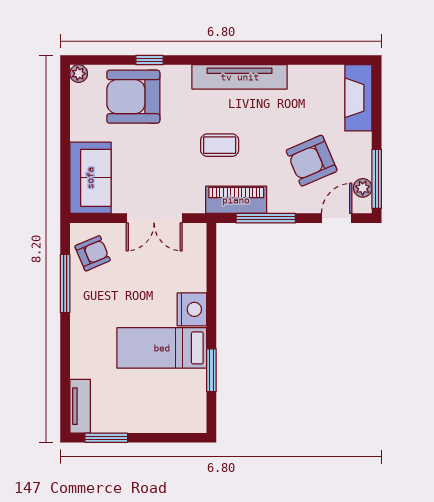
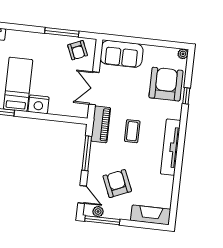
piano: (236, 200) -> (101, 124), moved

